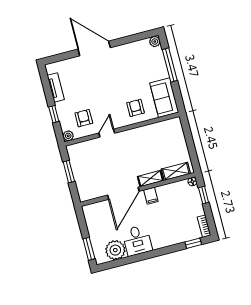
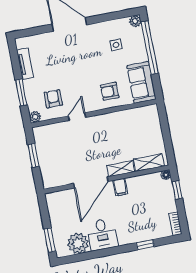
side table: (138, 65) -> (116, 45), added
window: (170, 65) -> (150, 48), width x1.46
armchair: (136, 108) -> (110, 91), turned -90
window: (54, 114) -> (21, 92), width x1.50
window: (193, 243) -> (145, 245), moved

